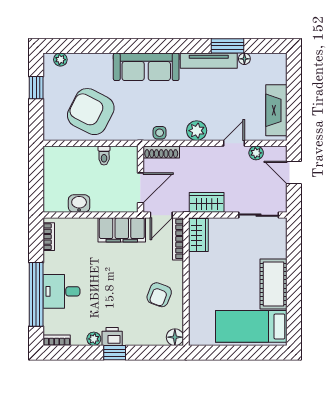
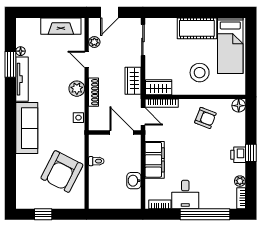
plant: (60, 60) -> (21, 195), removed
shoe rack: (161, 152) -> (94, 92), moved
filing cabinet: (122, 230) -> (155, 160), moved
stool: (217, 287) -> (200, 73), added
desk: (61, 291) -> (185, 194), moved
plant: (94, 339) -> (240, 181), moved

